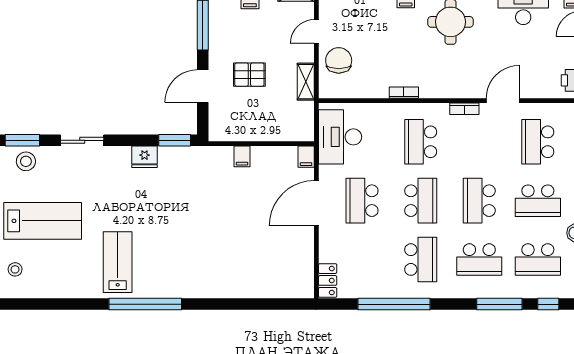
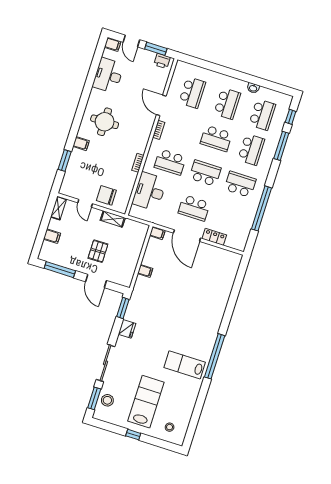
desk: (340, 137) -> (149, 192), moved, turned 90
sliding door: (82, 140) -> (105, 363), width x1.37
school desk: (538, 142) -> (192, 92), turned -90
locker: (328, 280) -> (214, 237), moved

